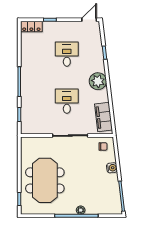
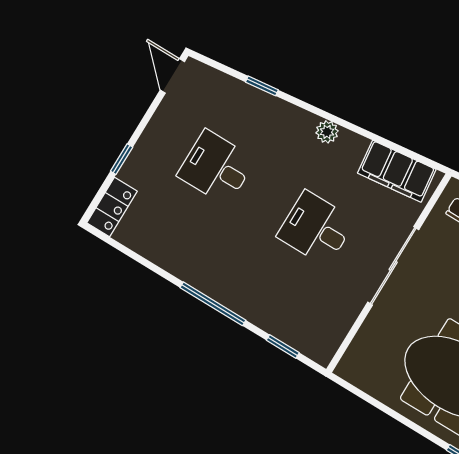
plant: (98, 81) -> (327, 132), width x0.53, depth x0.53

